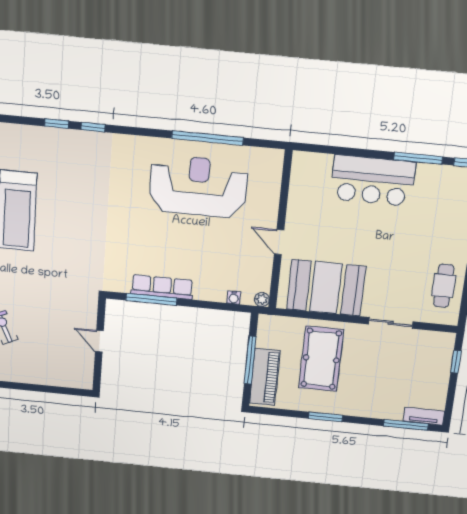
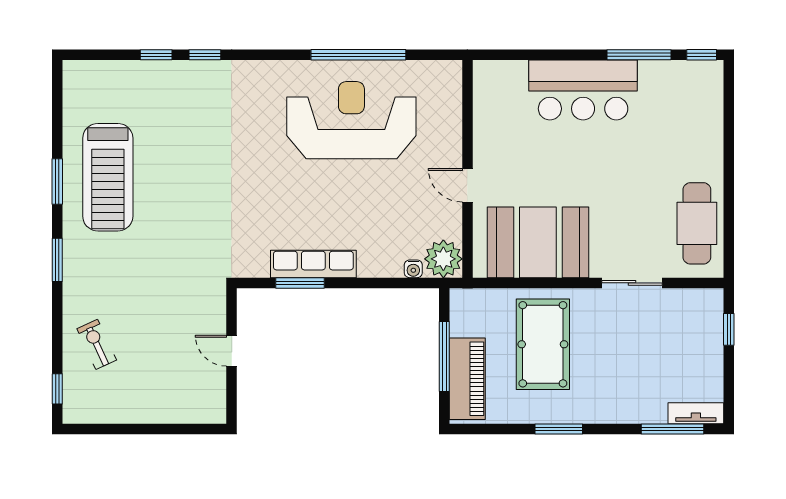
cafe table: (444, 286) -> (697, 223), width x1.37, depth x1.35
window: (151, 299) -> (300, 283), width x0.69
plant: (262, 299) -> (443, 259), width x1.88, depth x1.88

